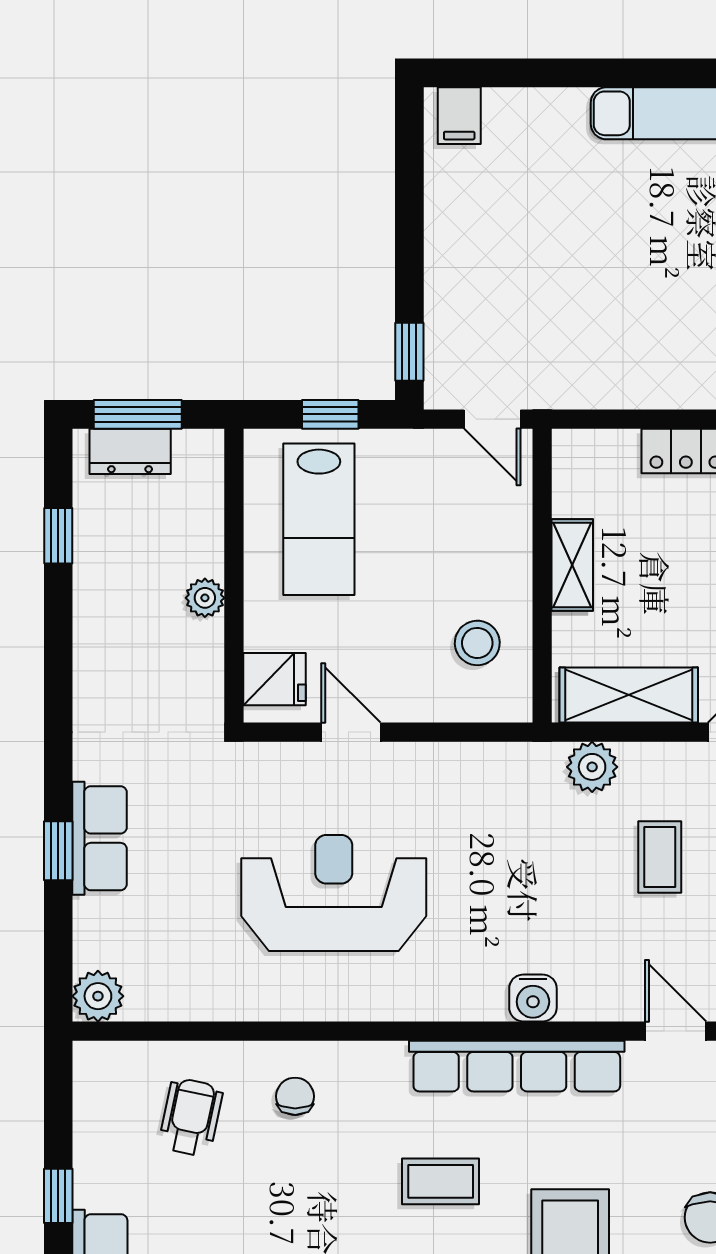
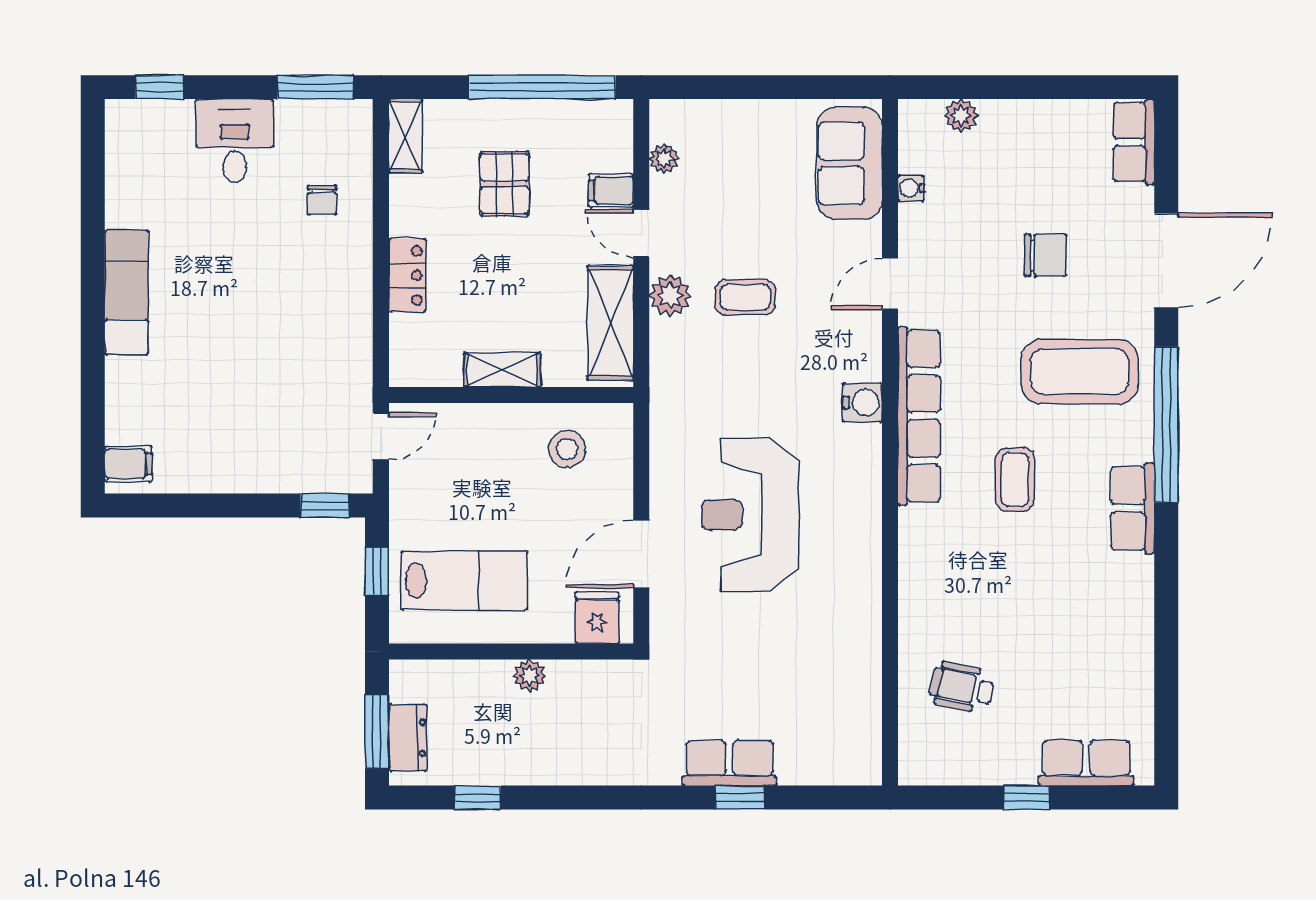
door: (351, 732) -> (641, 554), width x1.38
plant: (592, 767) -> (670, 295), moved
reception desk: (334, 893) -> (750, 515), moved
plant: (98, 996) -> (861, 764), removed
chair: (295, 1096) -> (944, 601), removed

